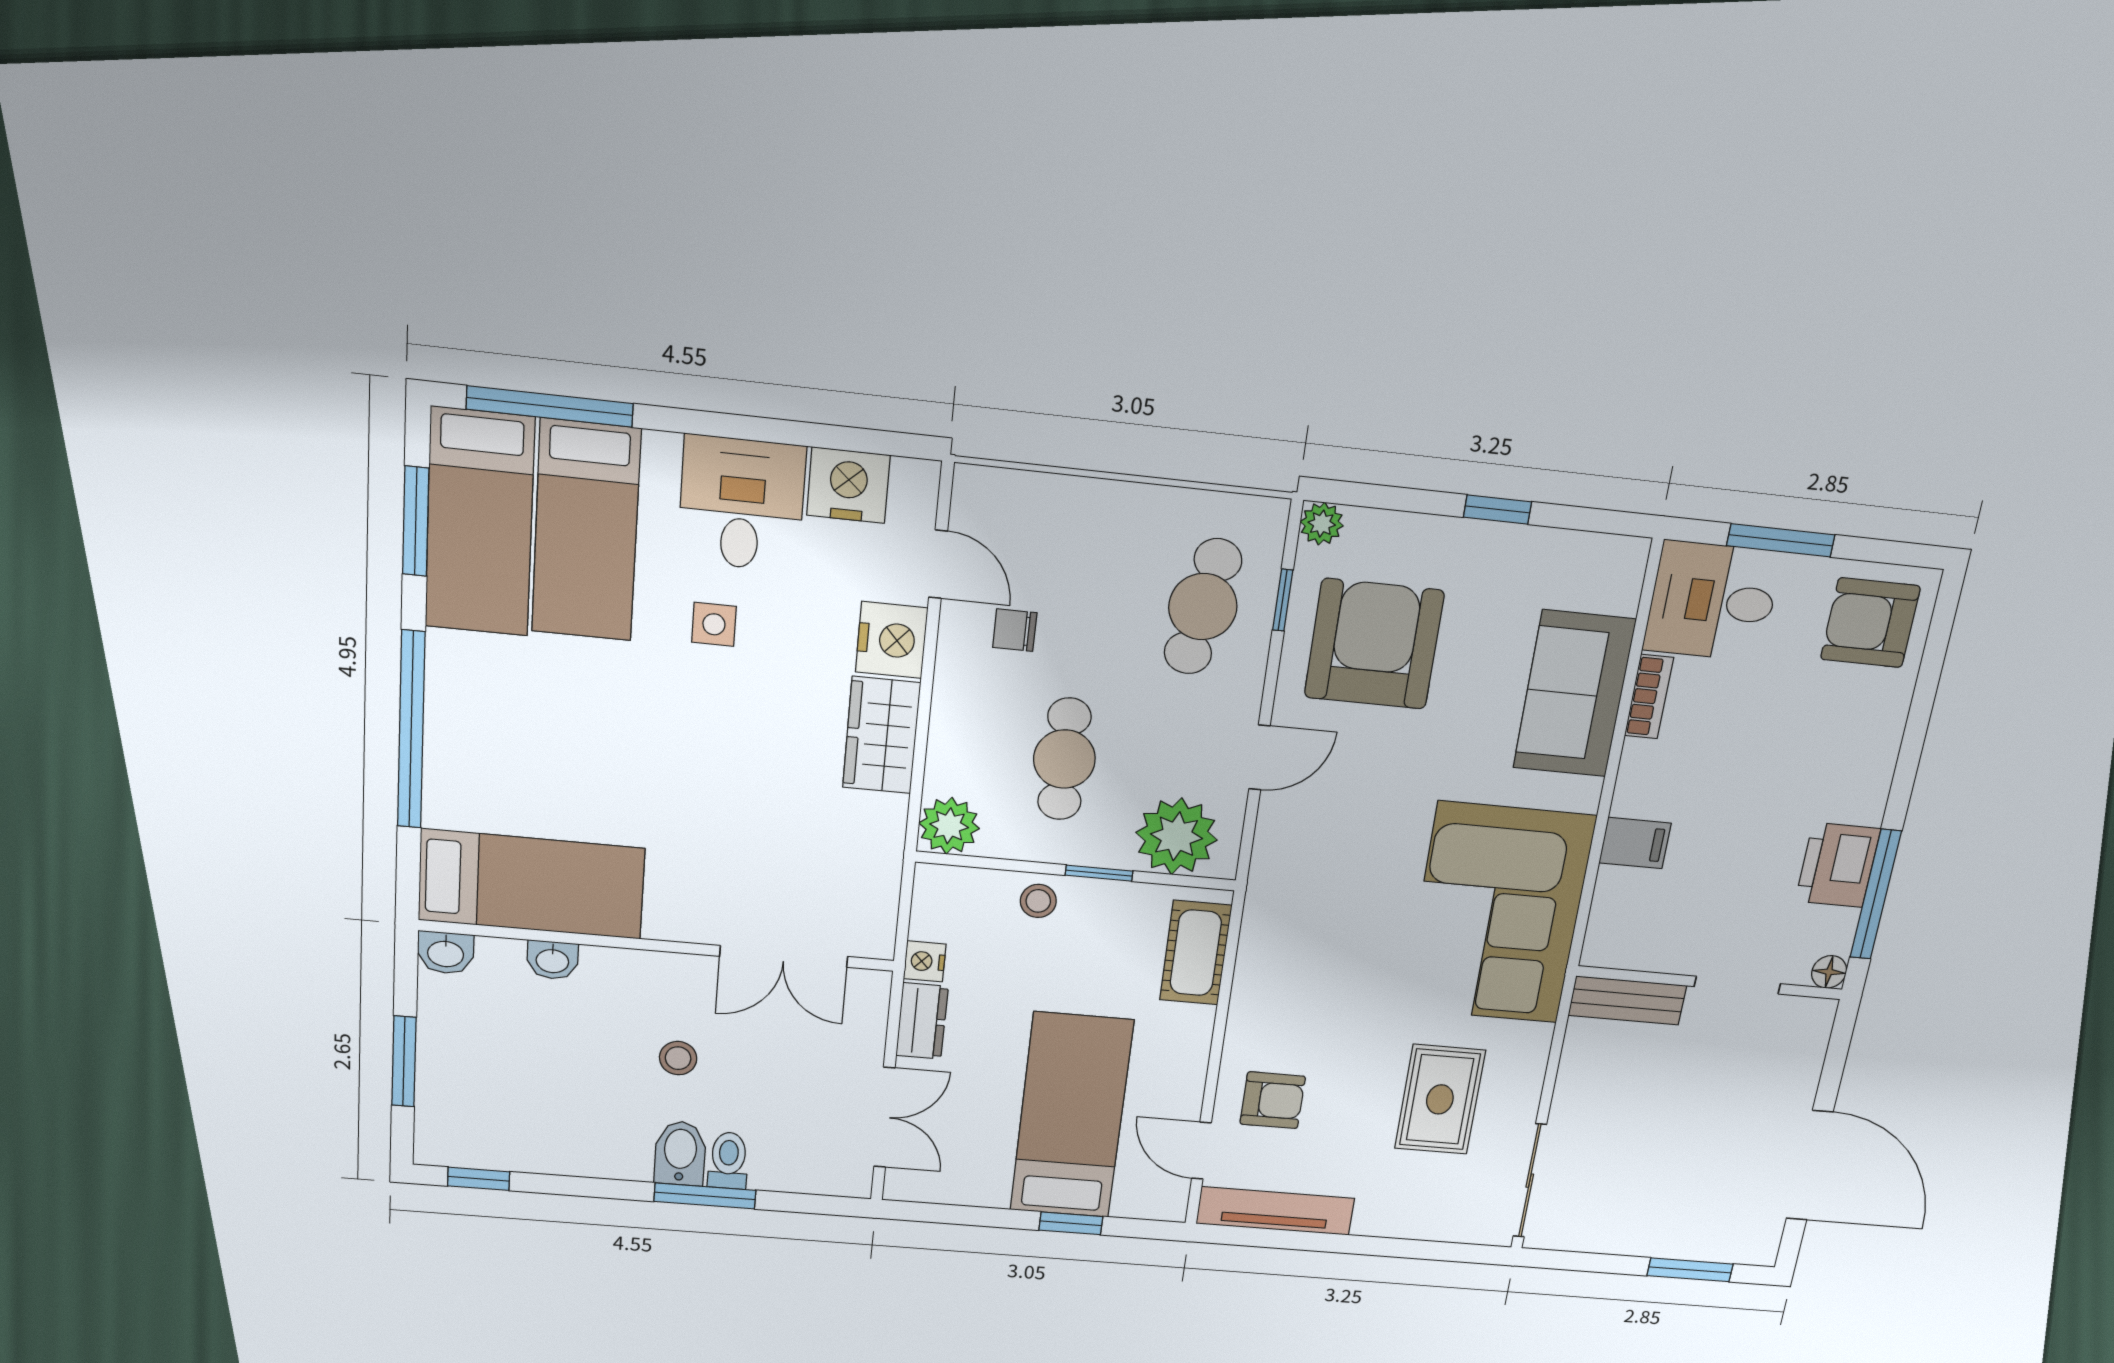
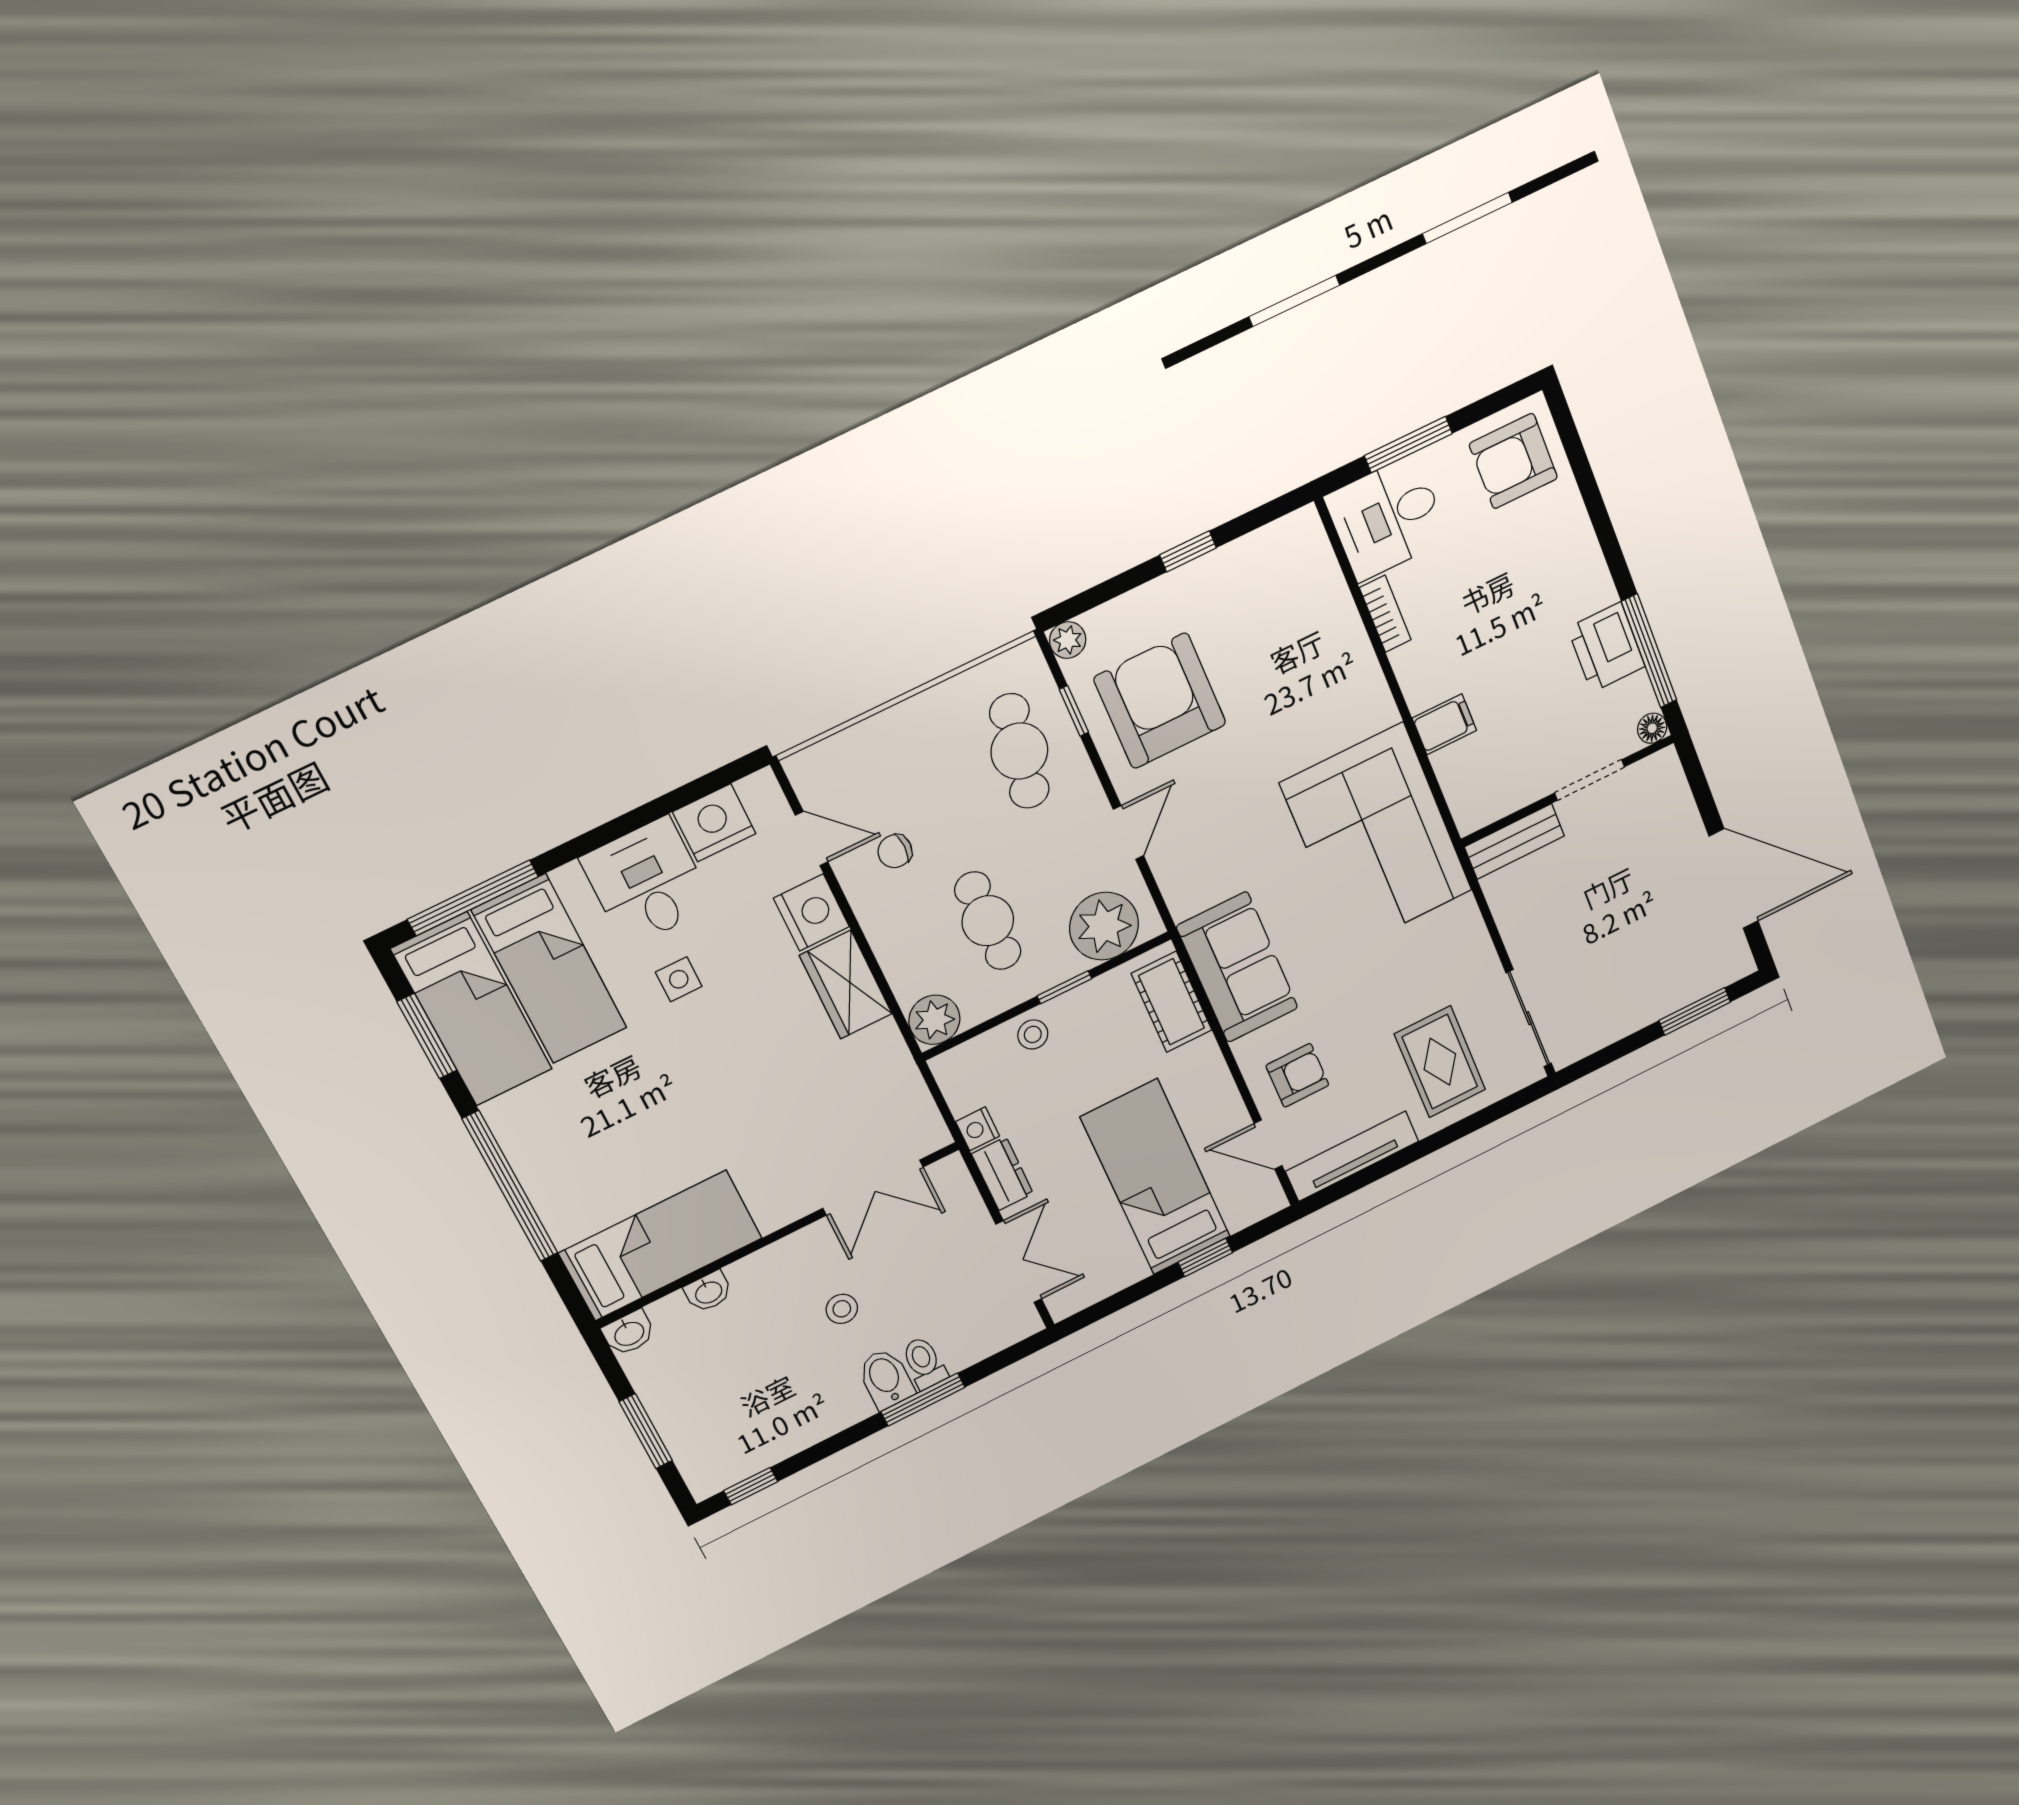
sofa: (1574, 694) -> (1237, 967), moved, turned 180
rug: (1440, 1099) -> (1440, 1062), moved

